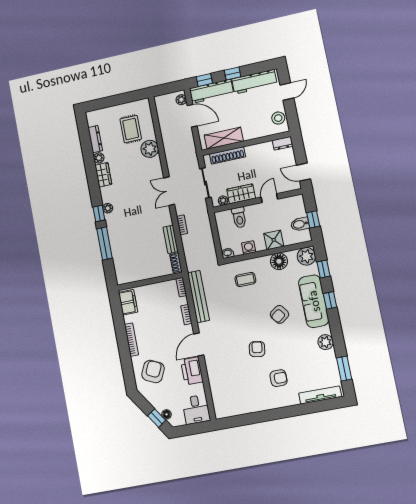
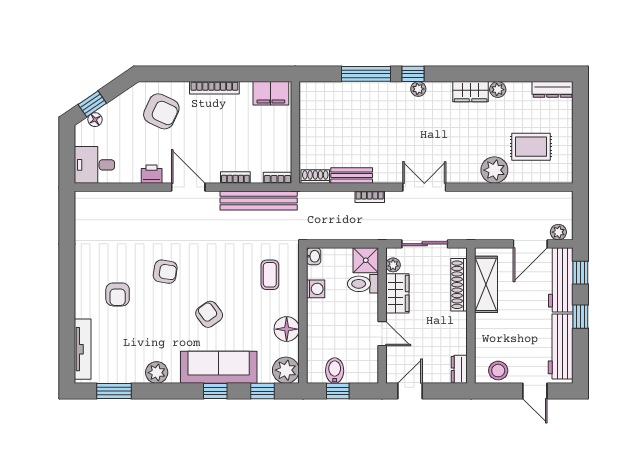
dresser: (95, 139) -> (553, 89), moved
shower: (274, 240) -> (366, 260), moved
printer: (192, 371) -> (152, 174), width x0.53, depth x0.68

